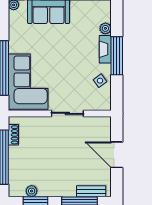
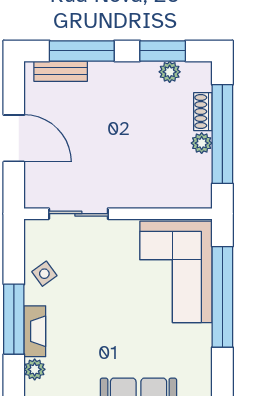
sliding door: (67, 113) -> (78, 214), moved
shoe rack: (13, 135) -> (203, 112), moved
plant: (14, 152) -> (202, 143), added

